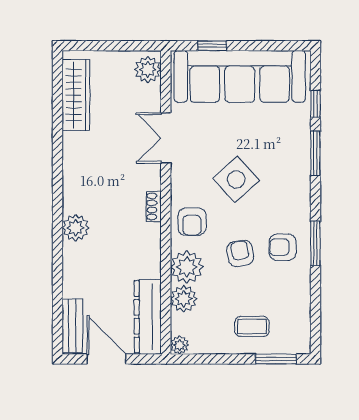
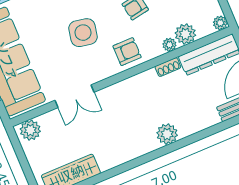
side table: (236, 179) -> (83, 33), turned -37
shoe rack: (154, 206) -> (168, 67), moved
plant: (187, 267) -> (169, 45), width x0.53, depth x0.53

